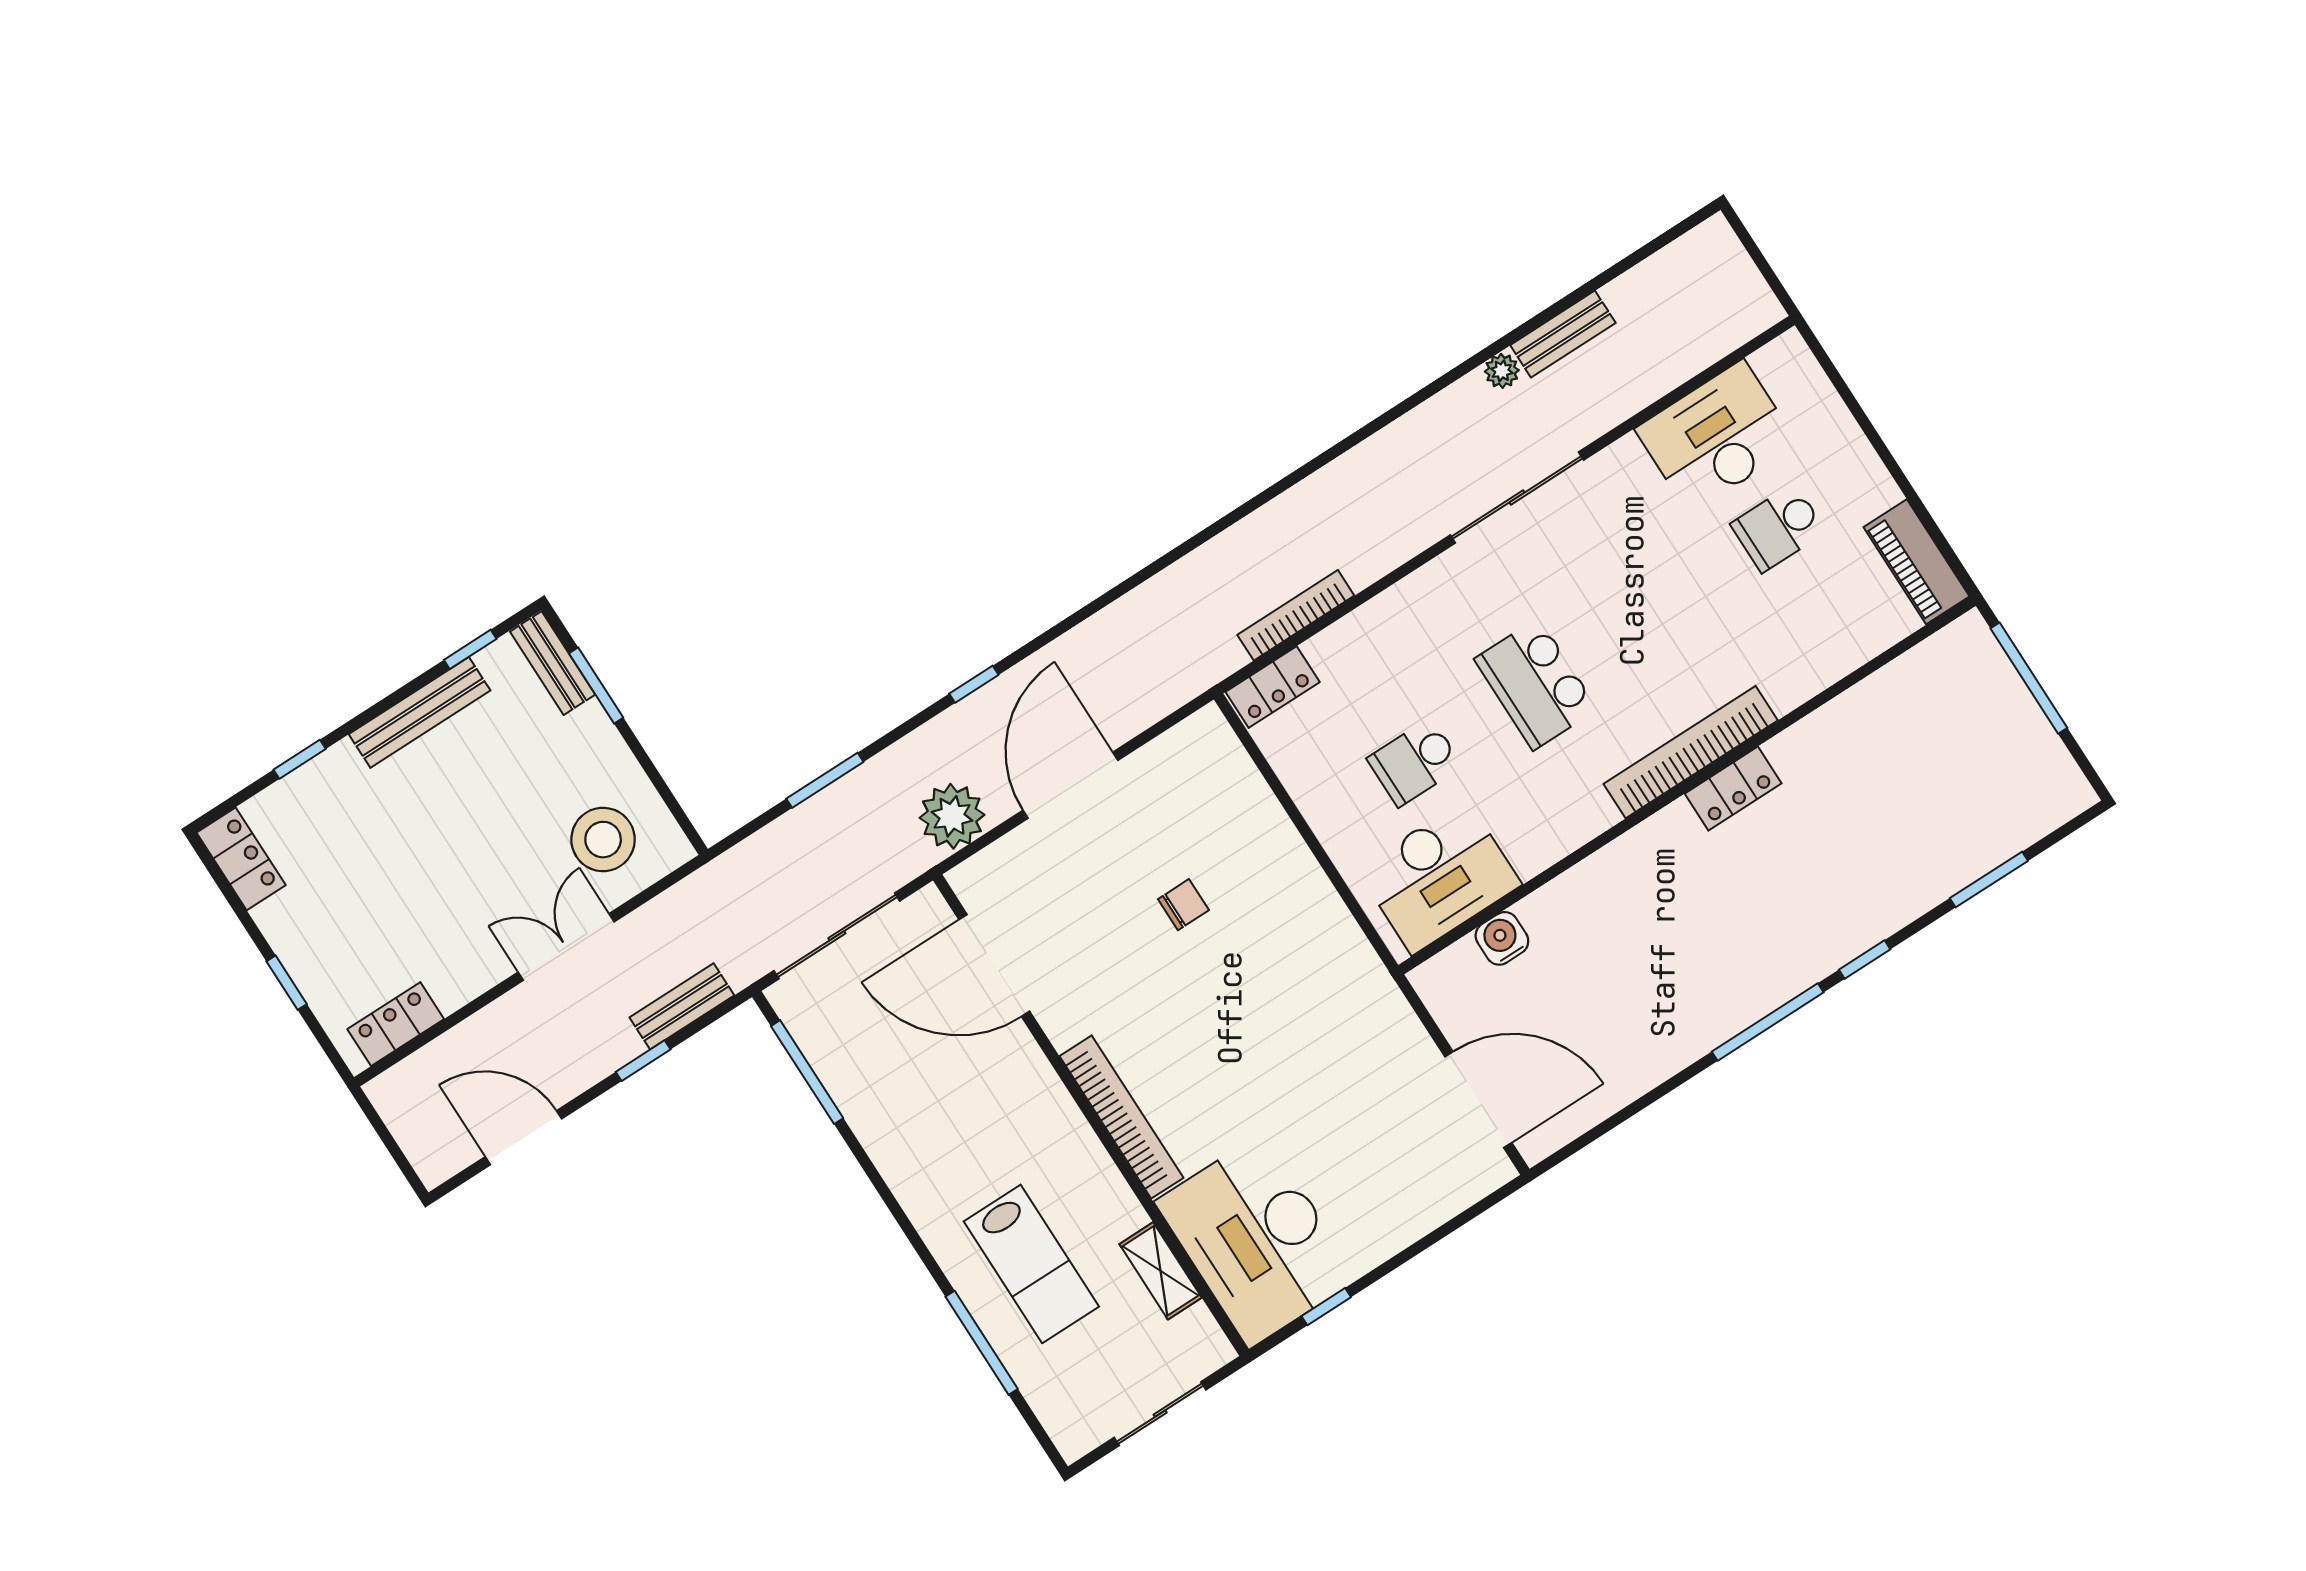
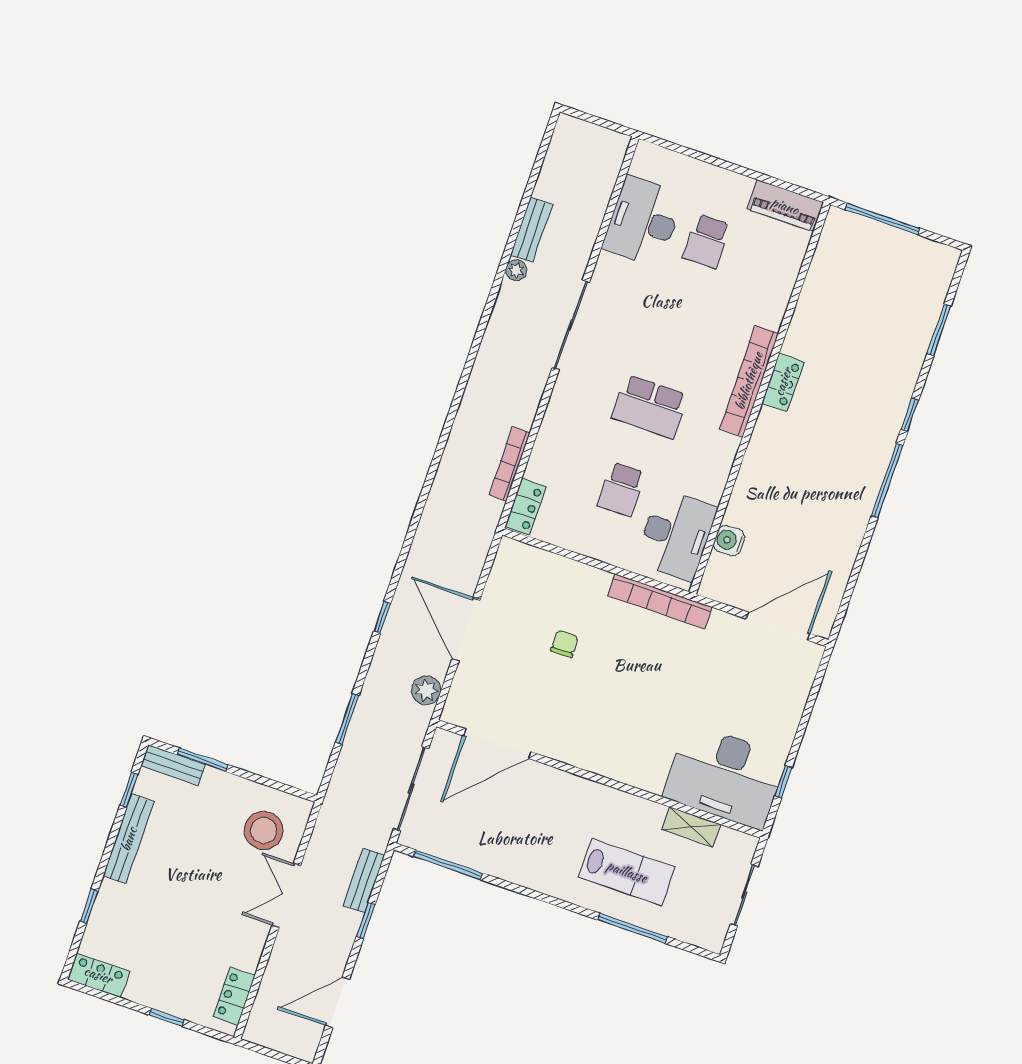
plant: (952, 816) -> (426, 690), width x0.73, depth x0.73
bookcase: (1121, 1117) -> (660, 601), moved, turned 180

